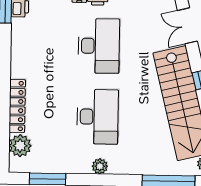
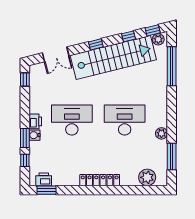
locker: (17, 106) -> (100, 180), moved
plant: (100, 166) -> (161, 133), moved

